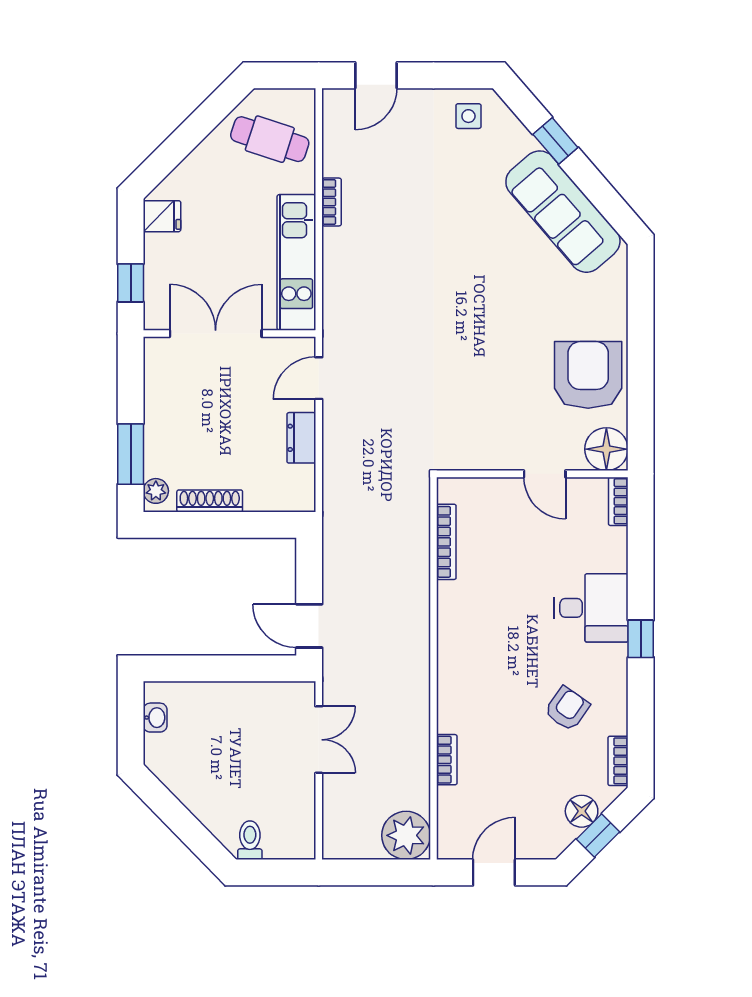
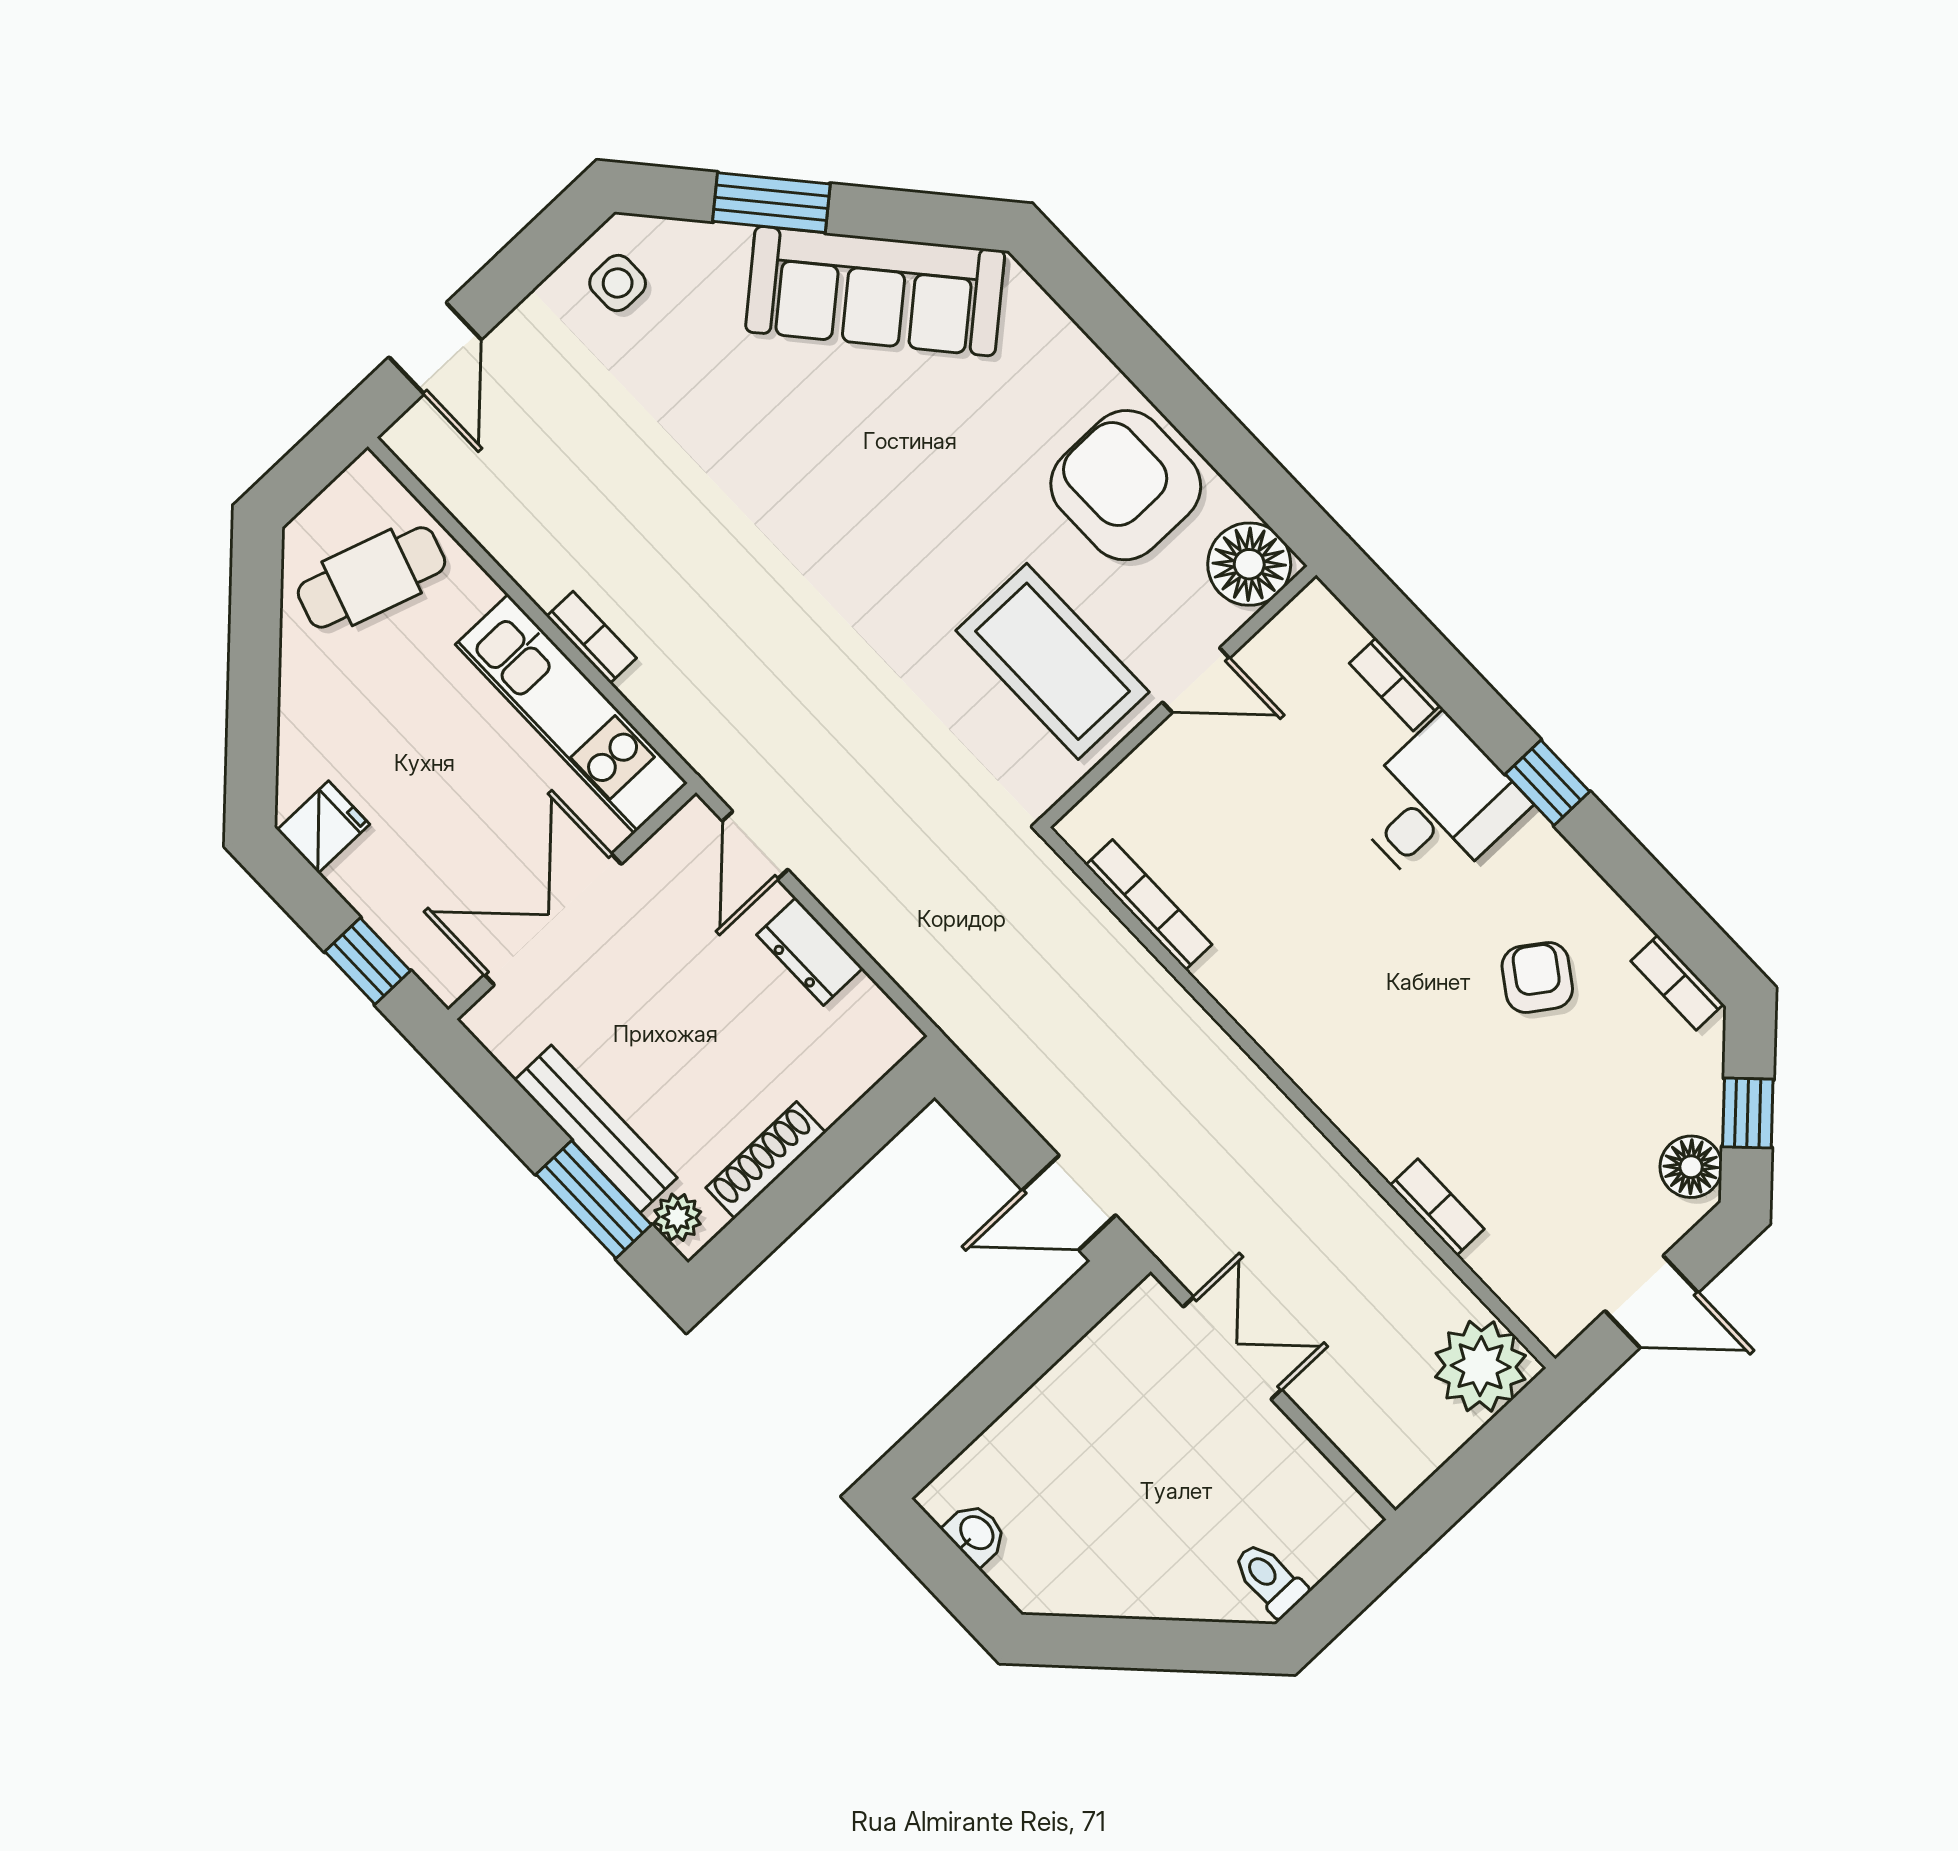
window: (555, 141) -> (771, 203), width x1.50
bookcase: (331, 202) -> (592, 637), moved
coffee table: (497, 415) -> (1052, 661), added
bench: (157, 428) -> (596, 1129), added
bookcase: (618, 501) -> (1395, 684), moved
floor lamp: (582, 811) -> (1691, 1167), moved
door: (494, 872) -> (1652, 1302), swing flipped

